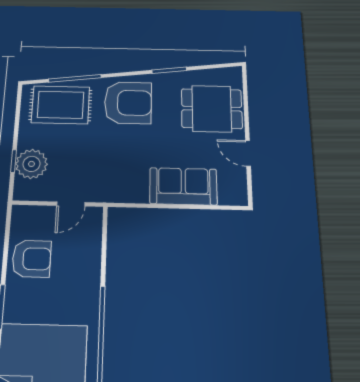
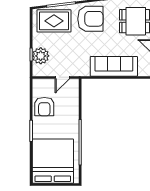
sofa: (183, 186) -> (114, 66), width x1.36
armchair: (32, 259) -> (44, 107), turned 90

